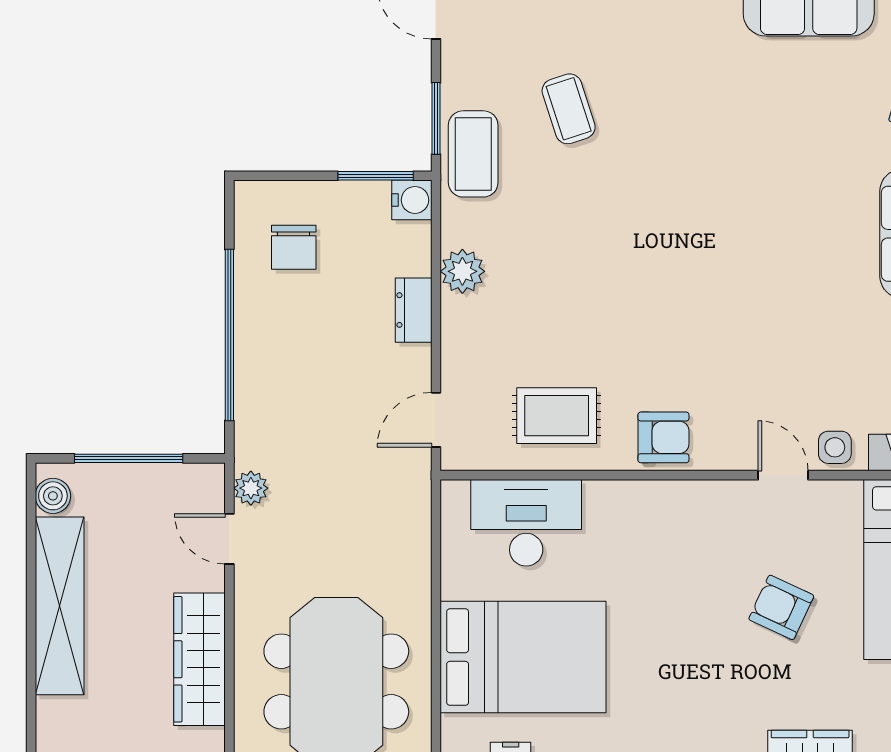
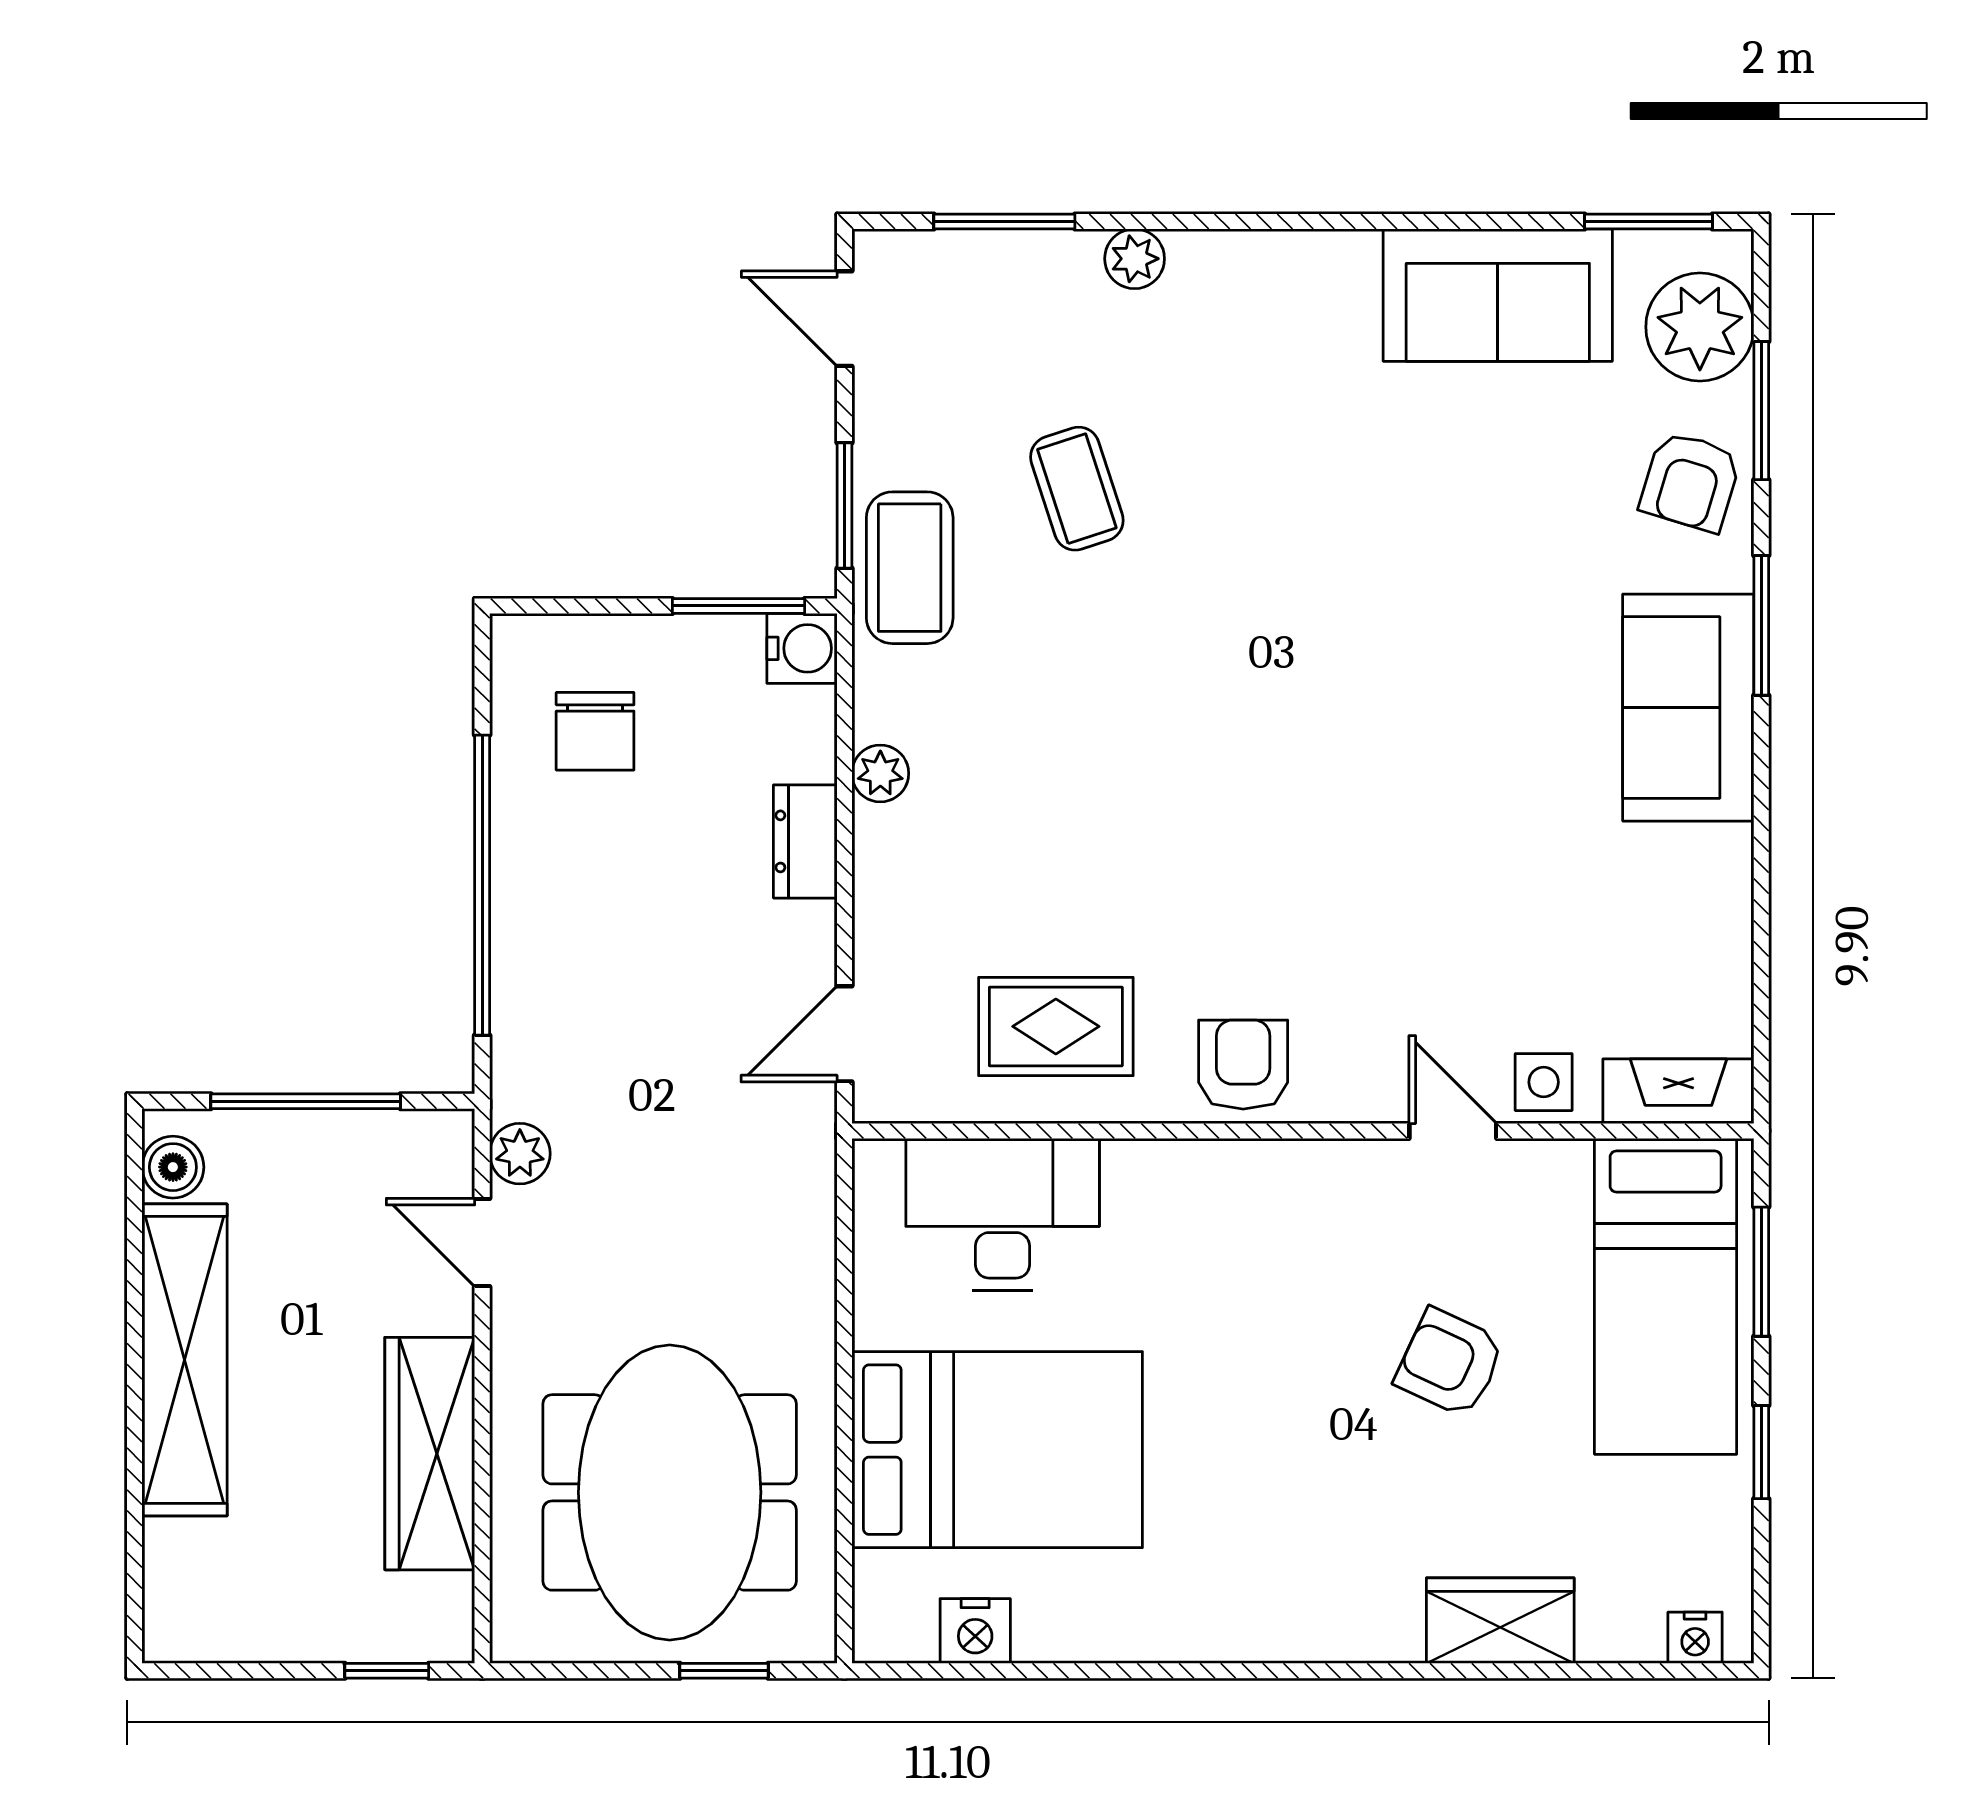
plant: (462, 271) -> (880, 773), width x0.73, depth x0.73
armchair: (663, 437) -> (1243, 1065), turned -90

